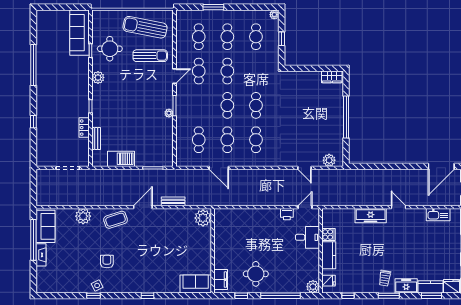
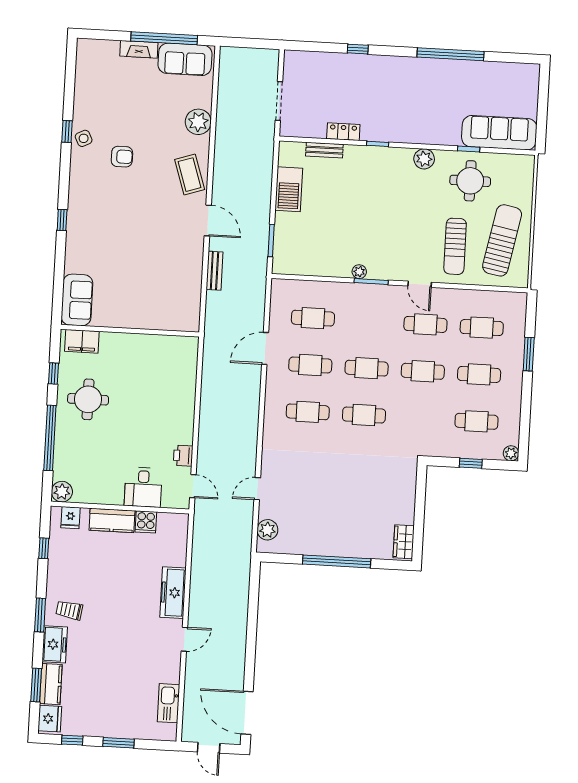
plant: (203, 218) -> (185, 318), removed

